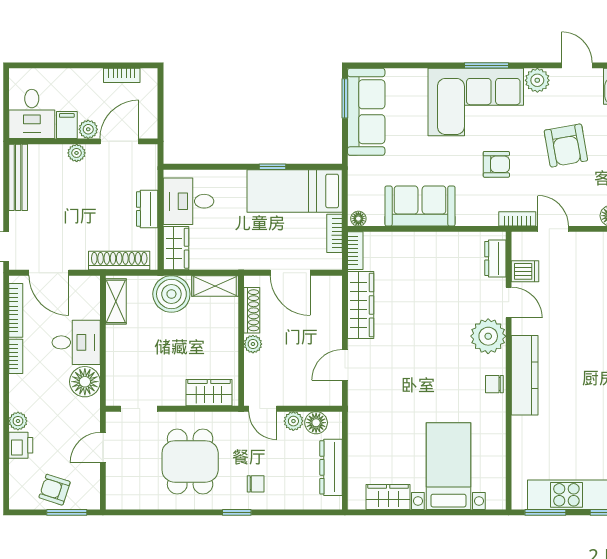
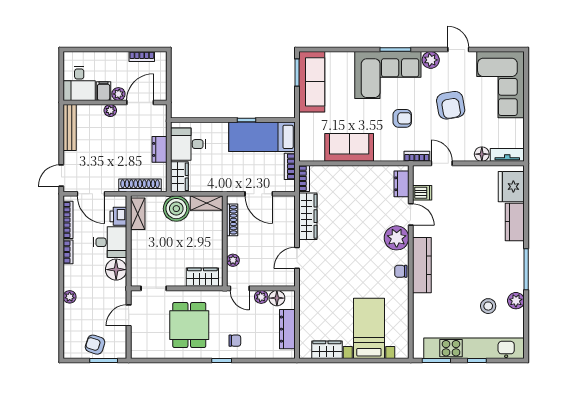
floor lamp: (358, 219) -> (306, 156), removed
plant: (253, 344) -> (233, 260), moved
printer: (21, 445) -> (118, 216), moved, turned 180

